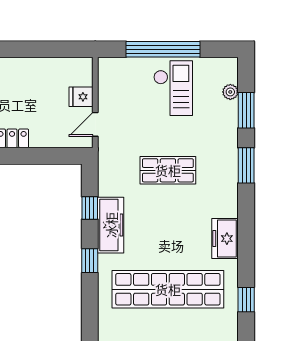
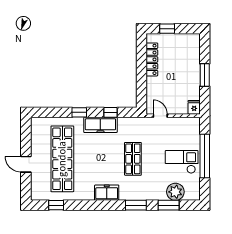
window: (27, 49) -> (205, 75), added
checkout: (173, 88) -> (182, 162), turned 180
plant: (230, 92) -> (175, 192), width x1.87, depth x1.87
fridge: (81, 97) -> (194, 107), moved
freezer: (225, 239) -> (107, 193), moved

